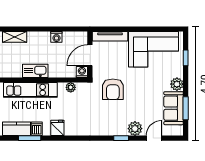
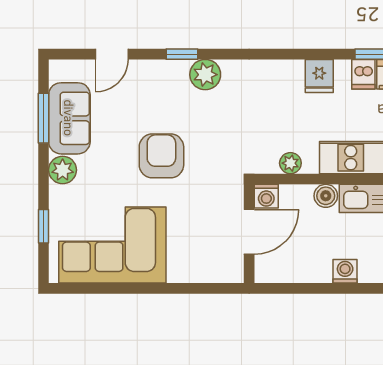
tv unit: (110, 36) -> (206, 273), removed
washing machine: (56, 37) -> (345, 271), moved
boiler: (54, 72) -> (326, 196), added
armchair: (113, 89) -> (161, 156), moved
plant: (135, 129) -> (205, 75), moved

